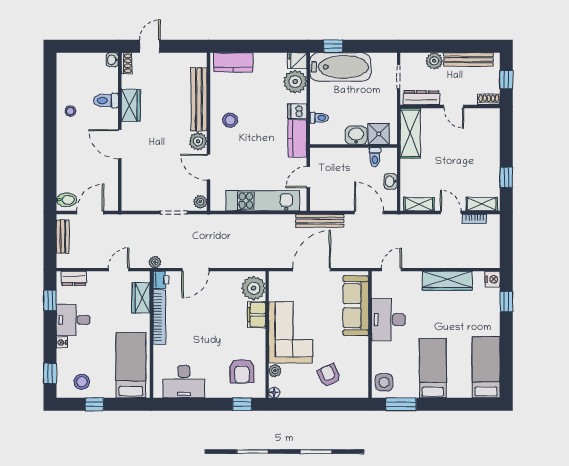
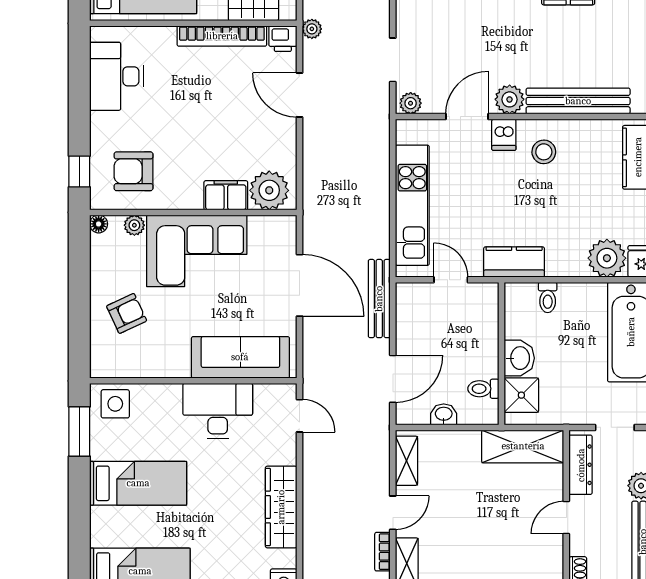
dishwasher: (297, 111) -> (504, 135), moved, turned 180

